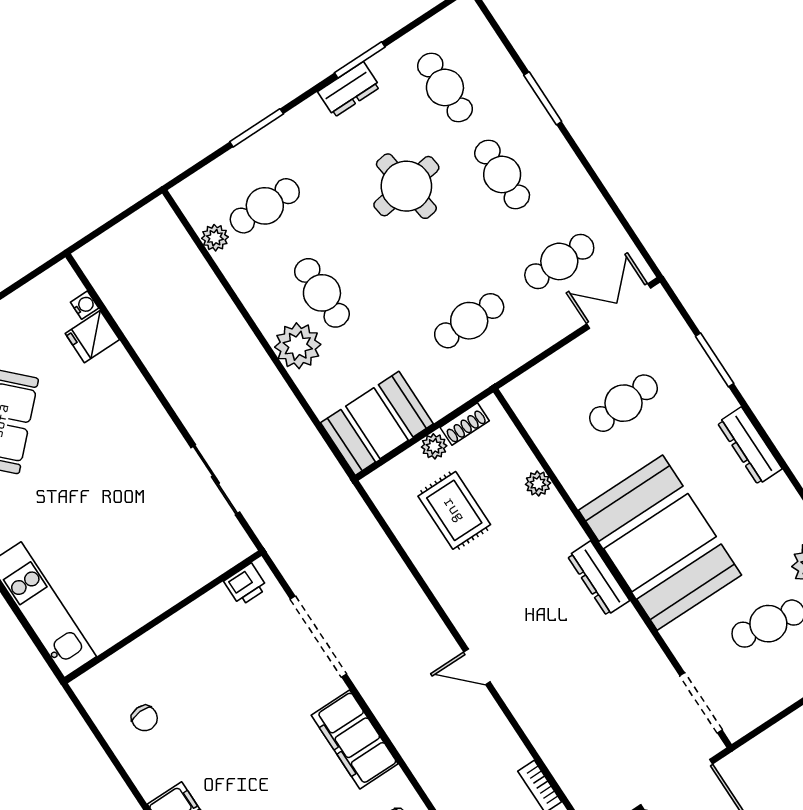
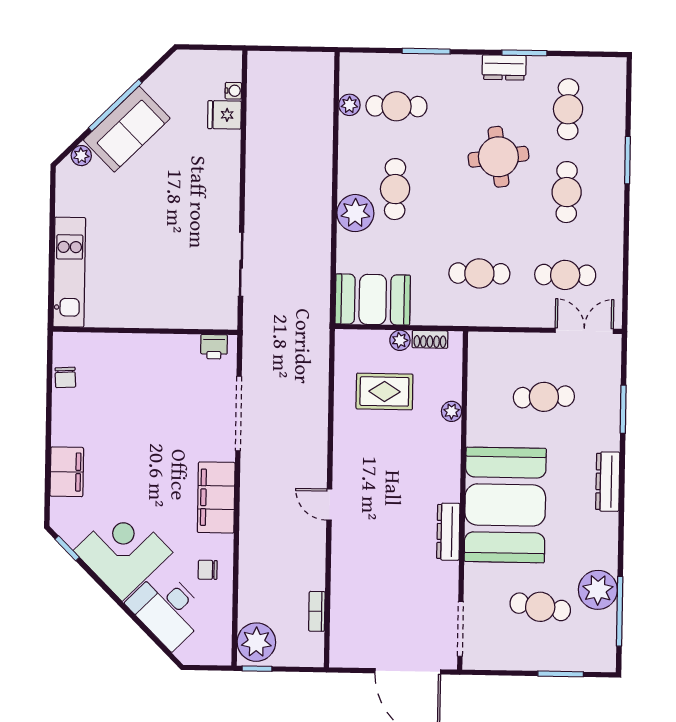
rug: (454, 510) -> (384, 391), turned 90
dresser: (599, 578) -> (448, 532), moved
chair: (145, 718) -> (65, 377), moved

